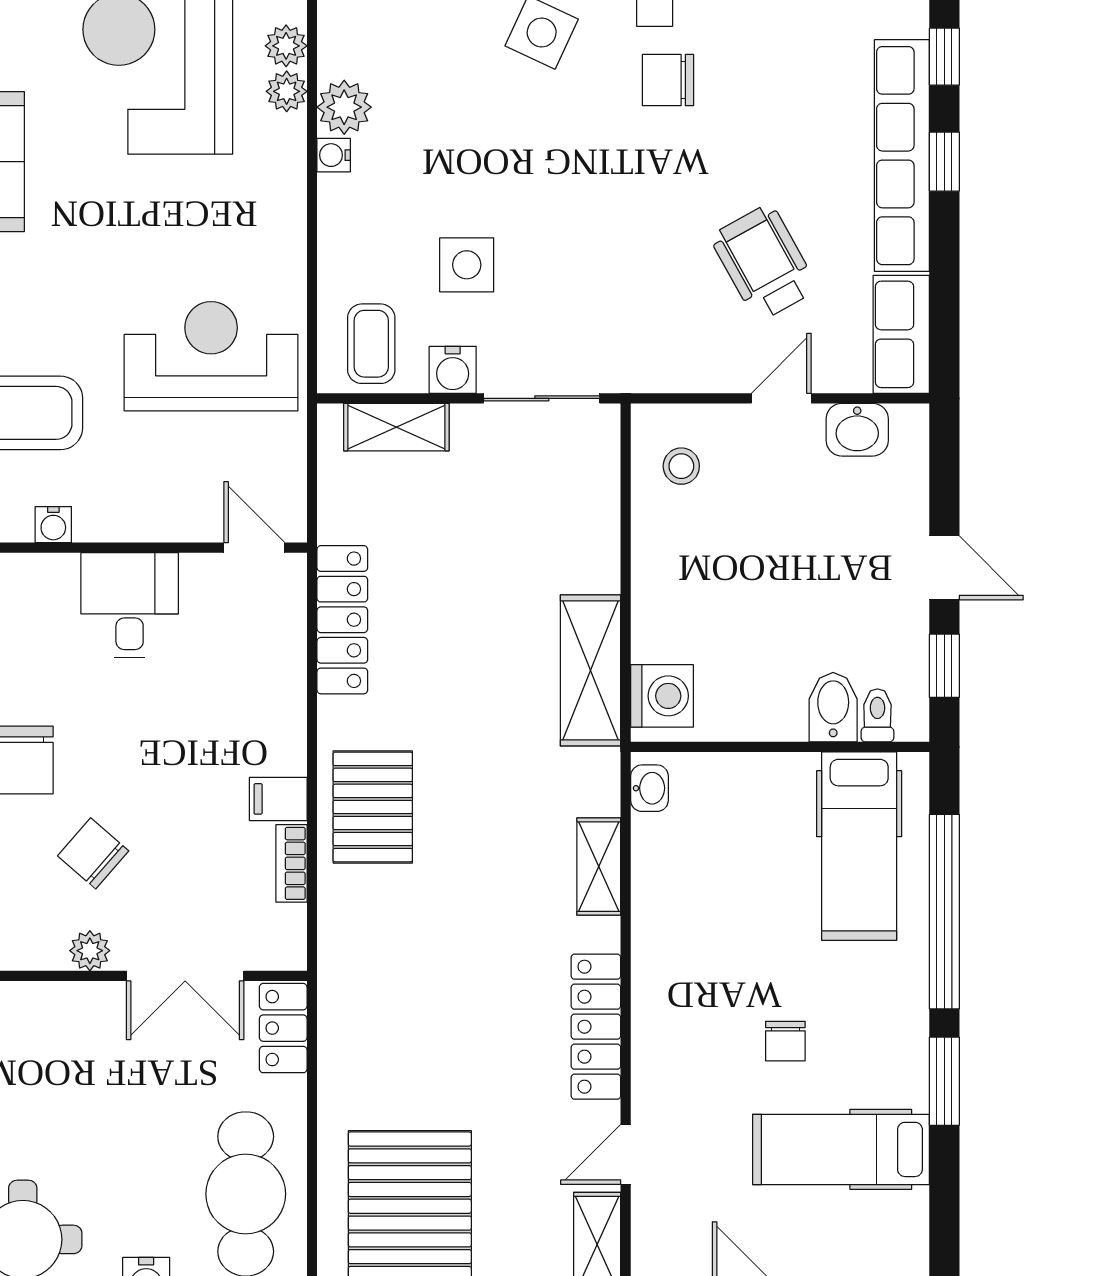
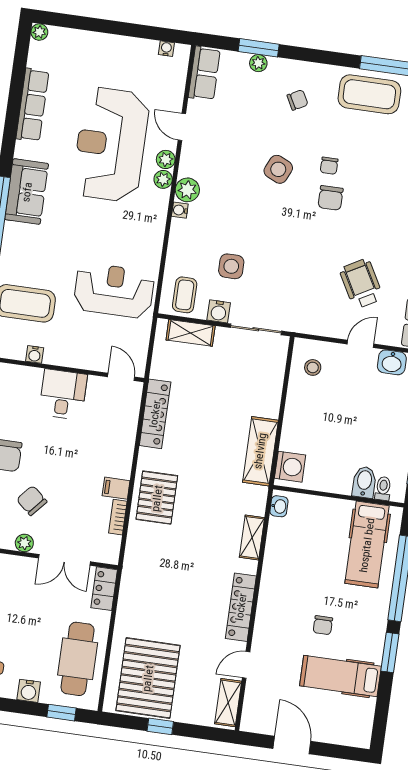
chair: (668, 80) -> (331, 198), turned -90

